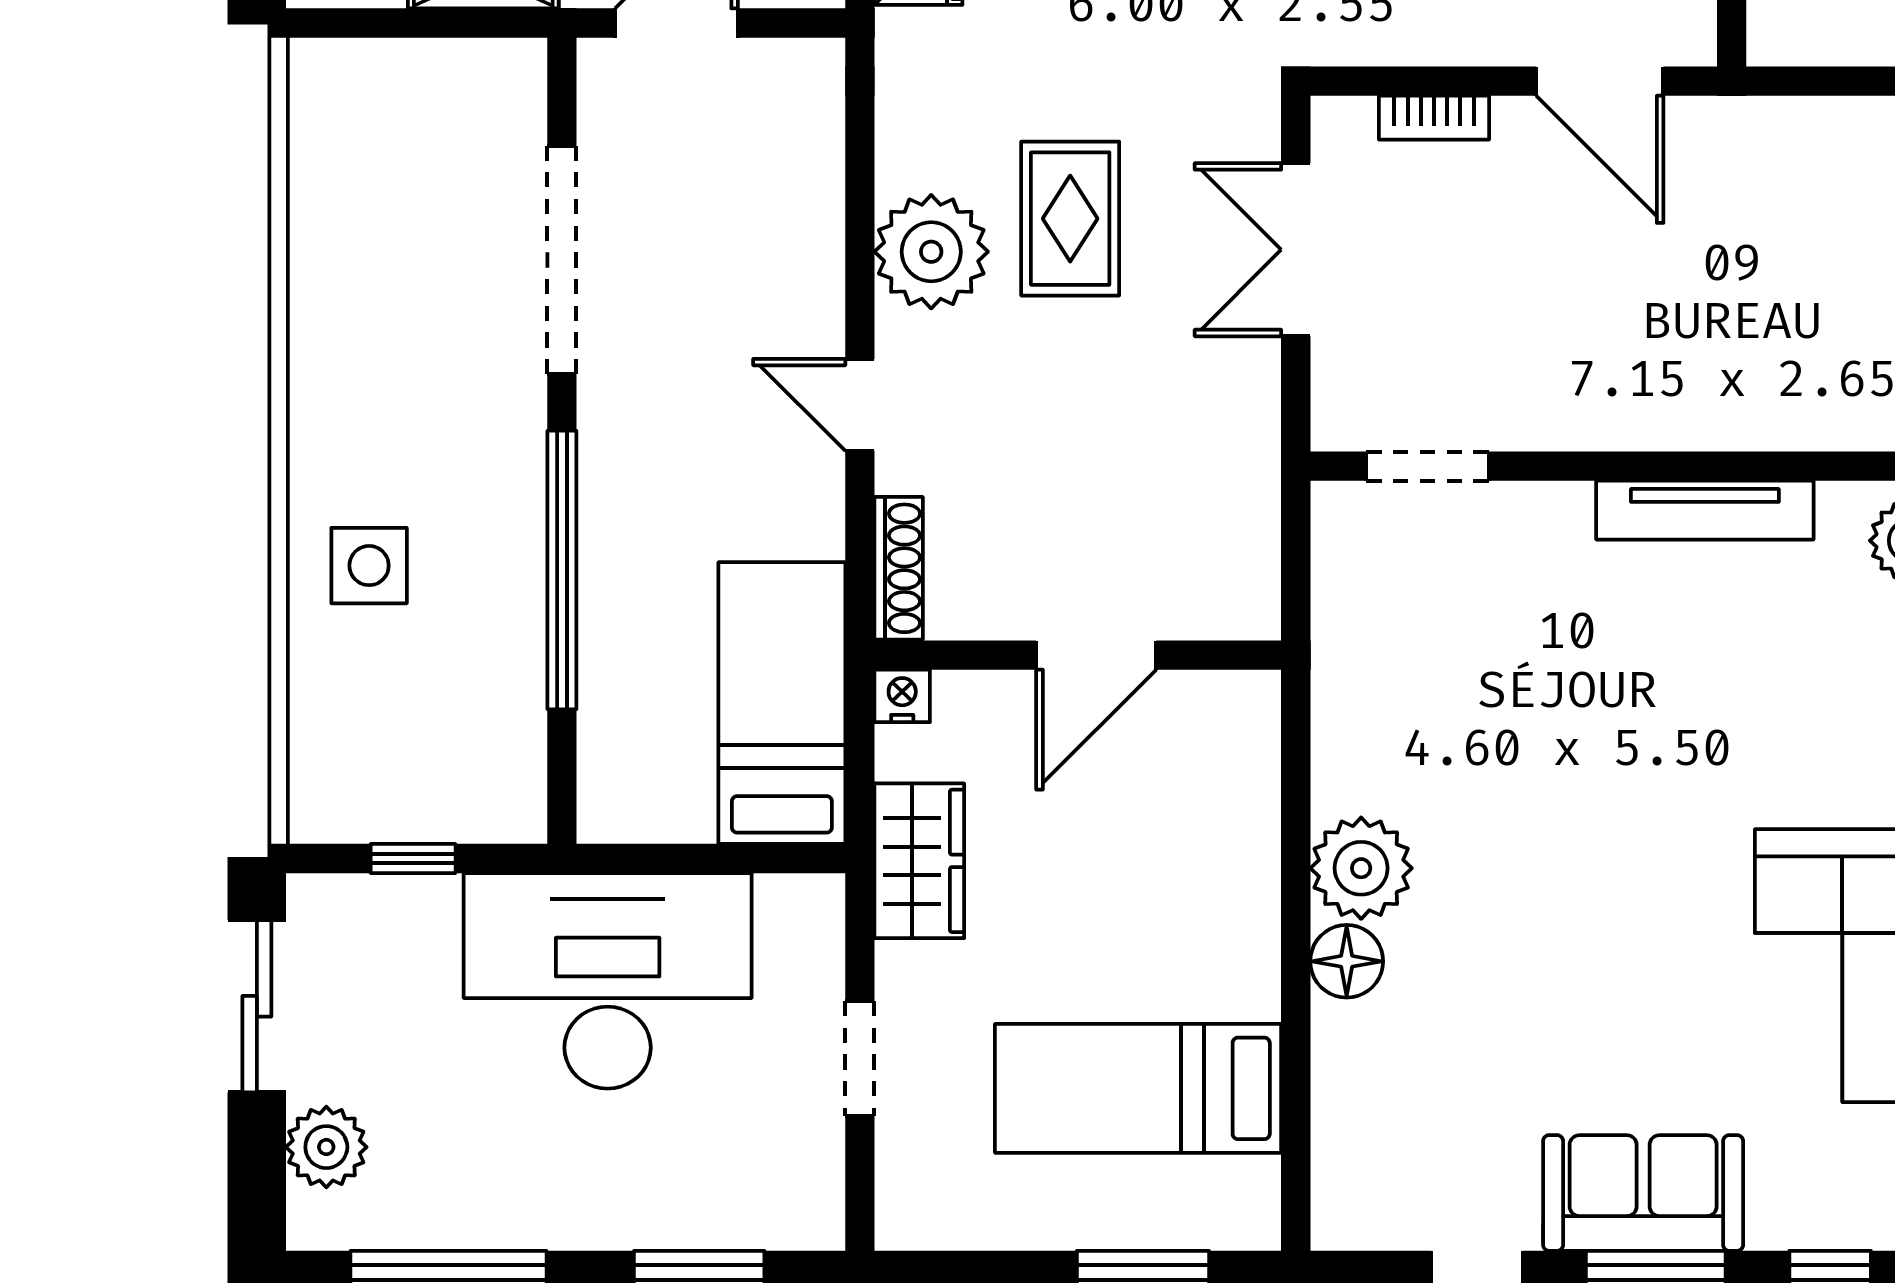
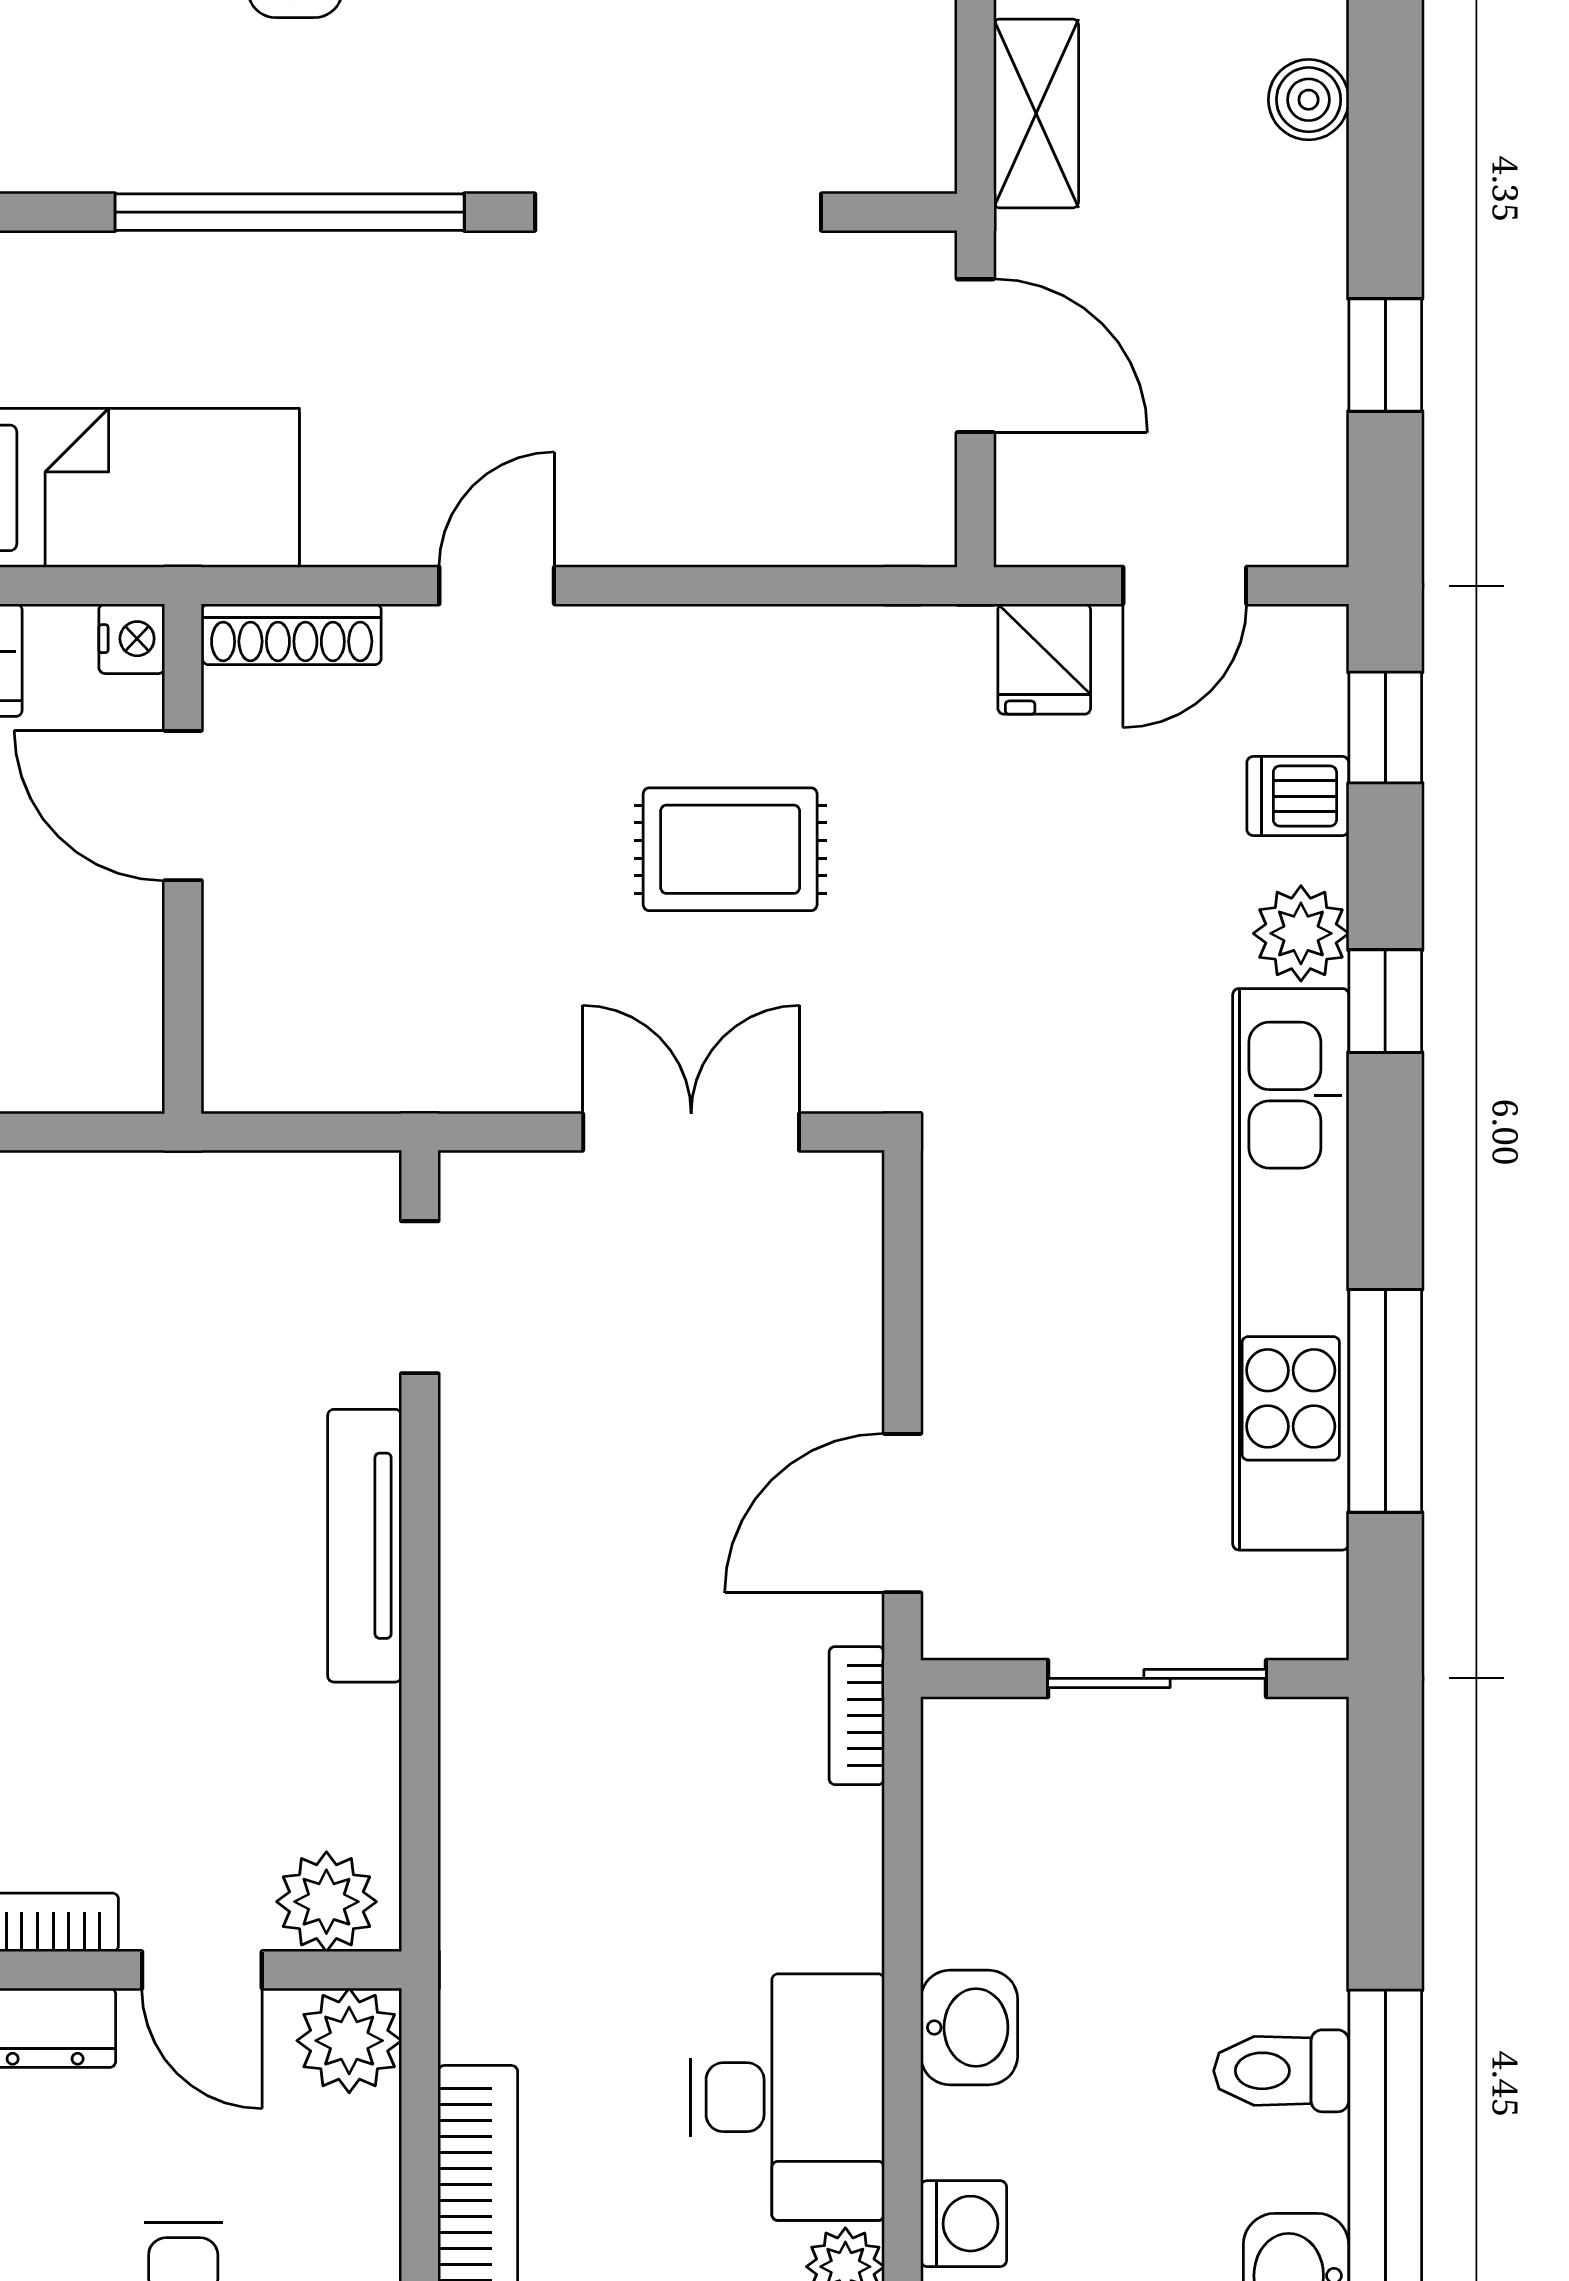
bookcase: (1434, 118) -> (857, 1716), moved
plant: (931, 252) -> (689, 675), removed
tv unit: (1705, 510) -> (365, 1546), moved
door: (1096, 655) -> (183, 806), moved

